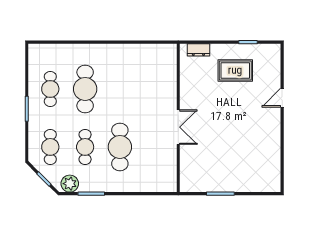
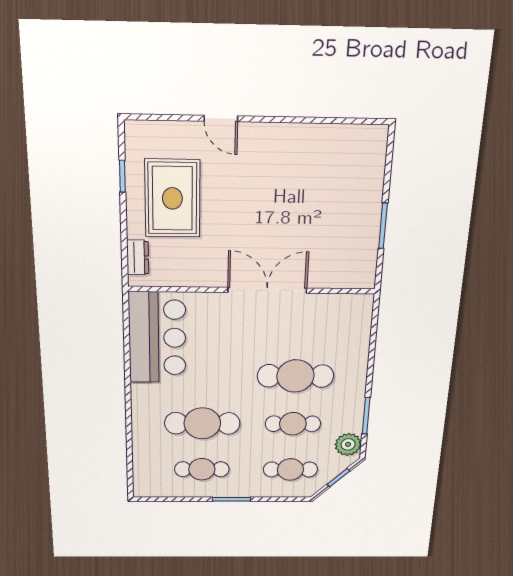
bar counter: (146, 61) -> (157, 338), added
rug: (235, 70) -> (172, 198), width x1.36, depth x1.43
double door: (178, 127) -> (267, 290), width x1.37

